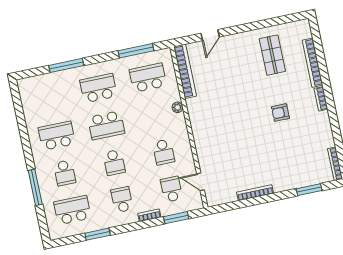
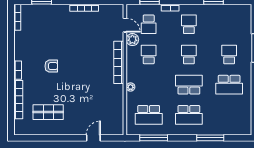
shop shelf: (272, 55) -> (48, 112), turned 90
bookcase: (185, 71) -> (119, 62), moved
plant: (188, 166) -> (132, 40), added
school desk: (122, 200) -> (189, 24), turned 180
school desk: (72, 210) -> (229, 24), removed

